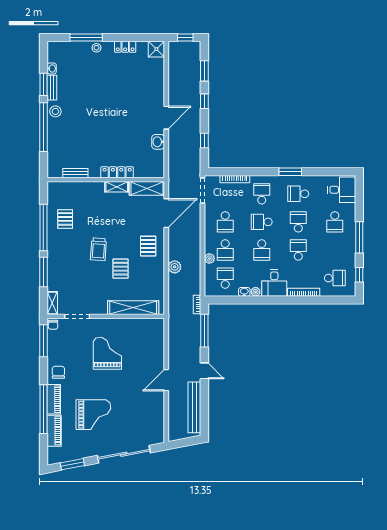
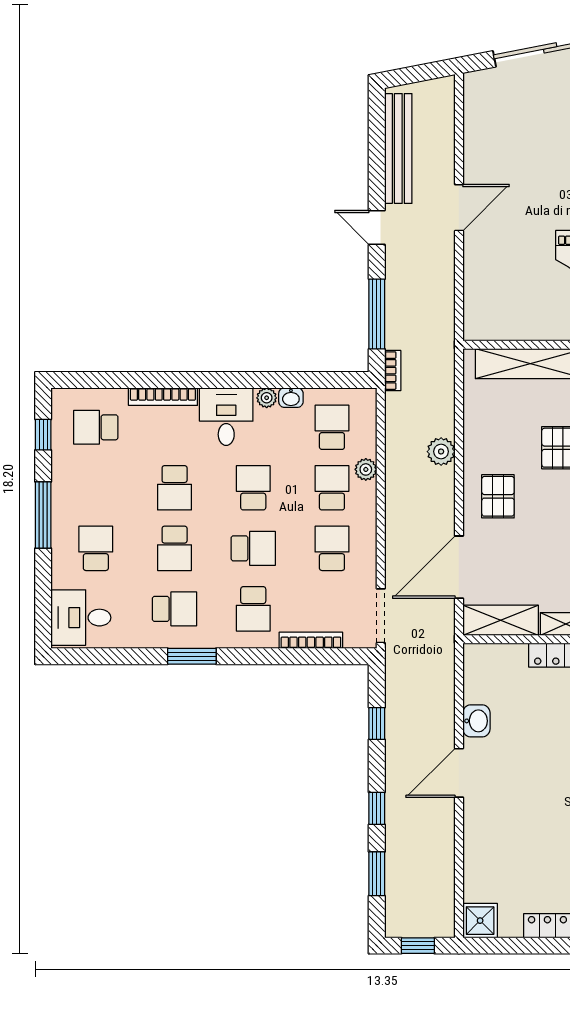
school desk: (225, 278) -> (332, 427), turned 180

